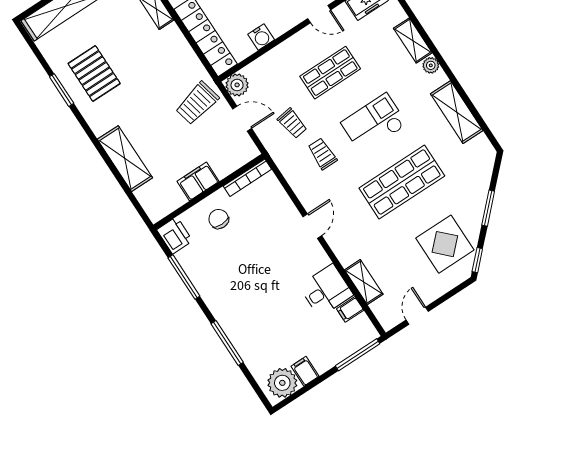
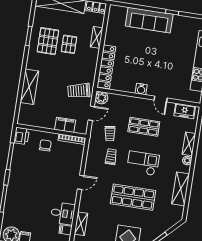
water cooler: (261, 37) -> (141, 89), moved
pallet: (127, 52) -> (69, 44), added
door: (242, 119) -> (91, 113), hinge flipped
filing cabinet: (198, 181) -> (65, 125), moved

